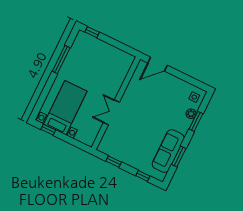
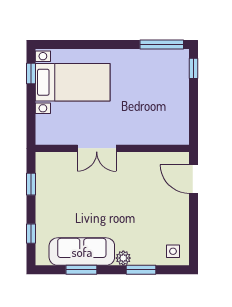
window: (61, 60) -> (162, 44), moved
double door: (111, 112) -> (97, 148), swing flipped
plant: (191, 114) -> (123, 258), moved

